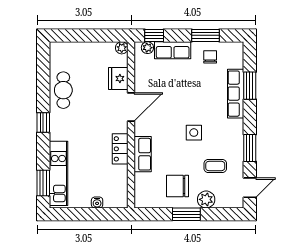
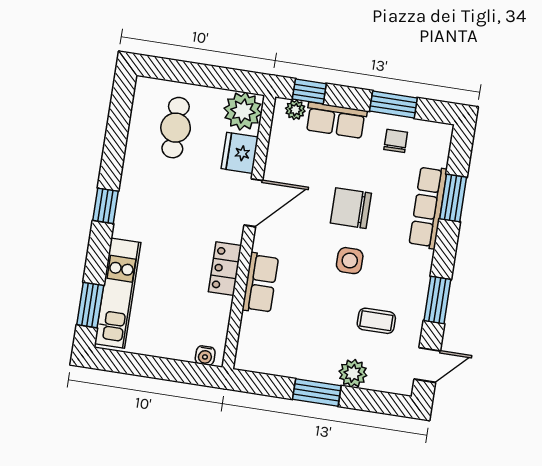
plant: (122, 48) -> (243, 111), width x1.88, depth x1.88
cafe table: (63, 90) -> (176, 128), moved
chair: (178, 186) -> (351, 208), moved
water cooler: (97, 202) -> (205, 356), moved

